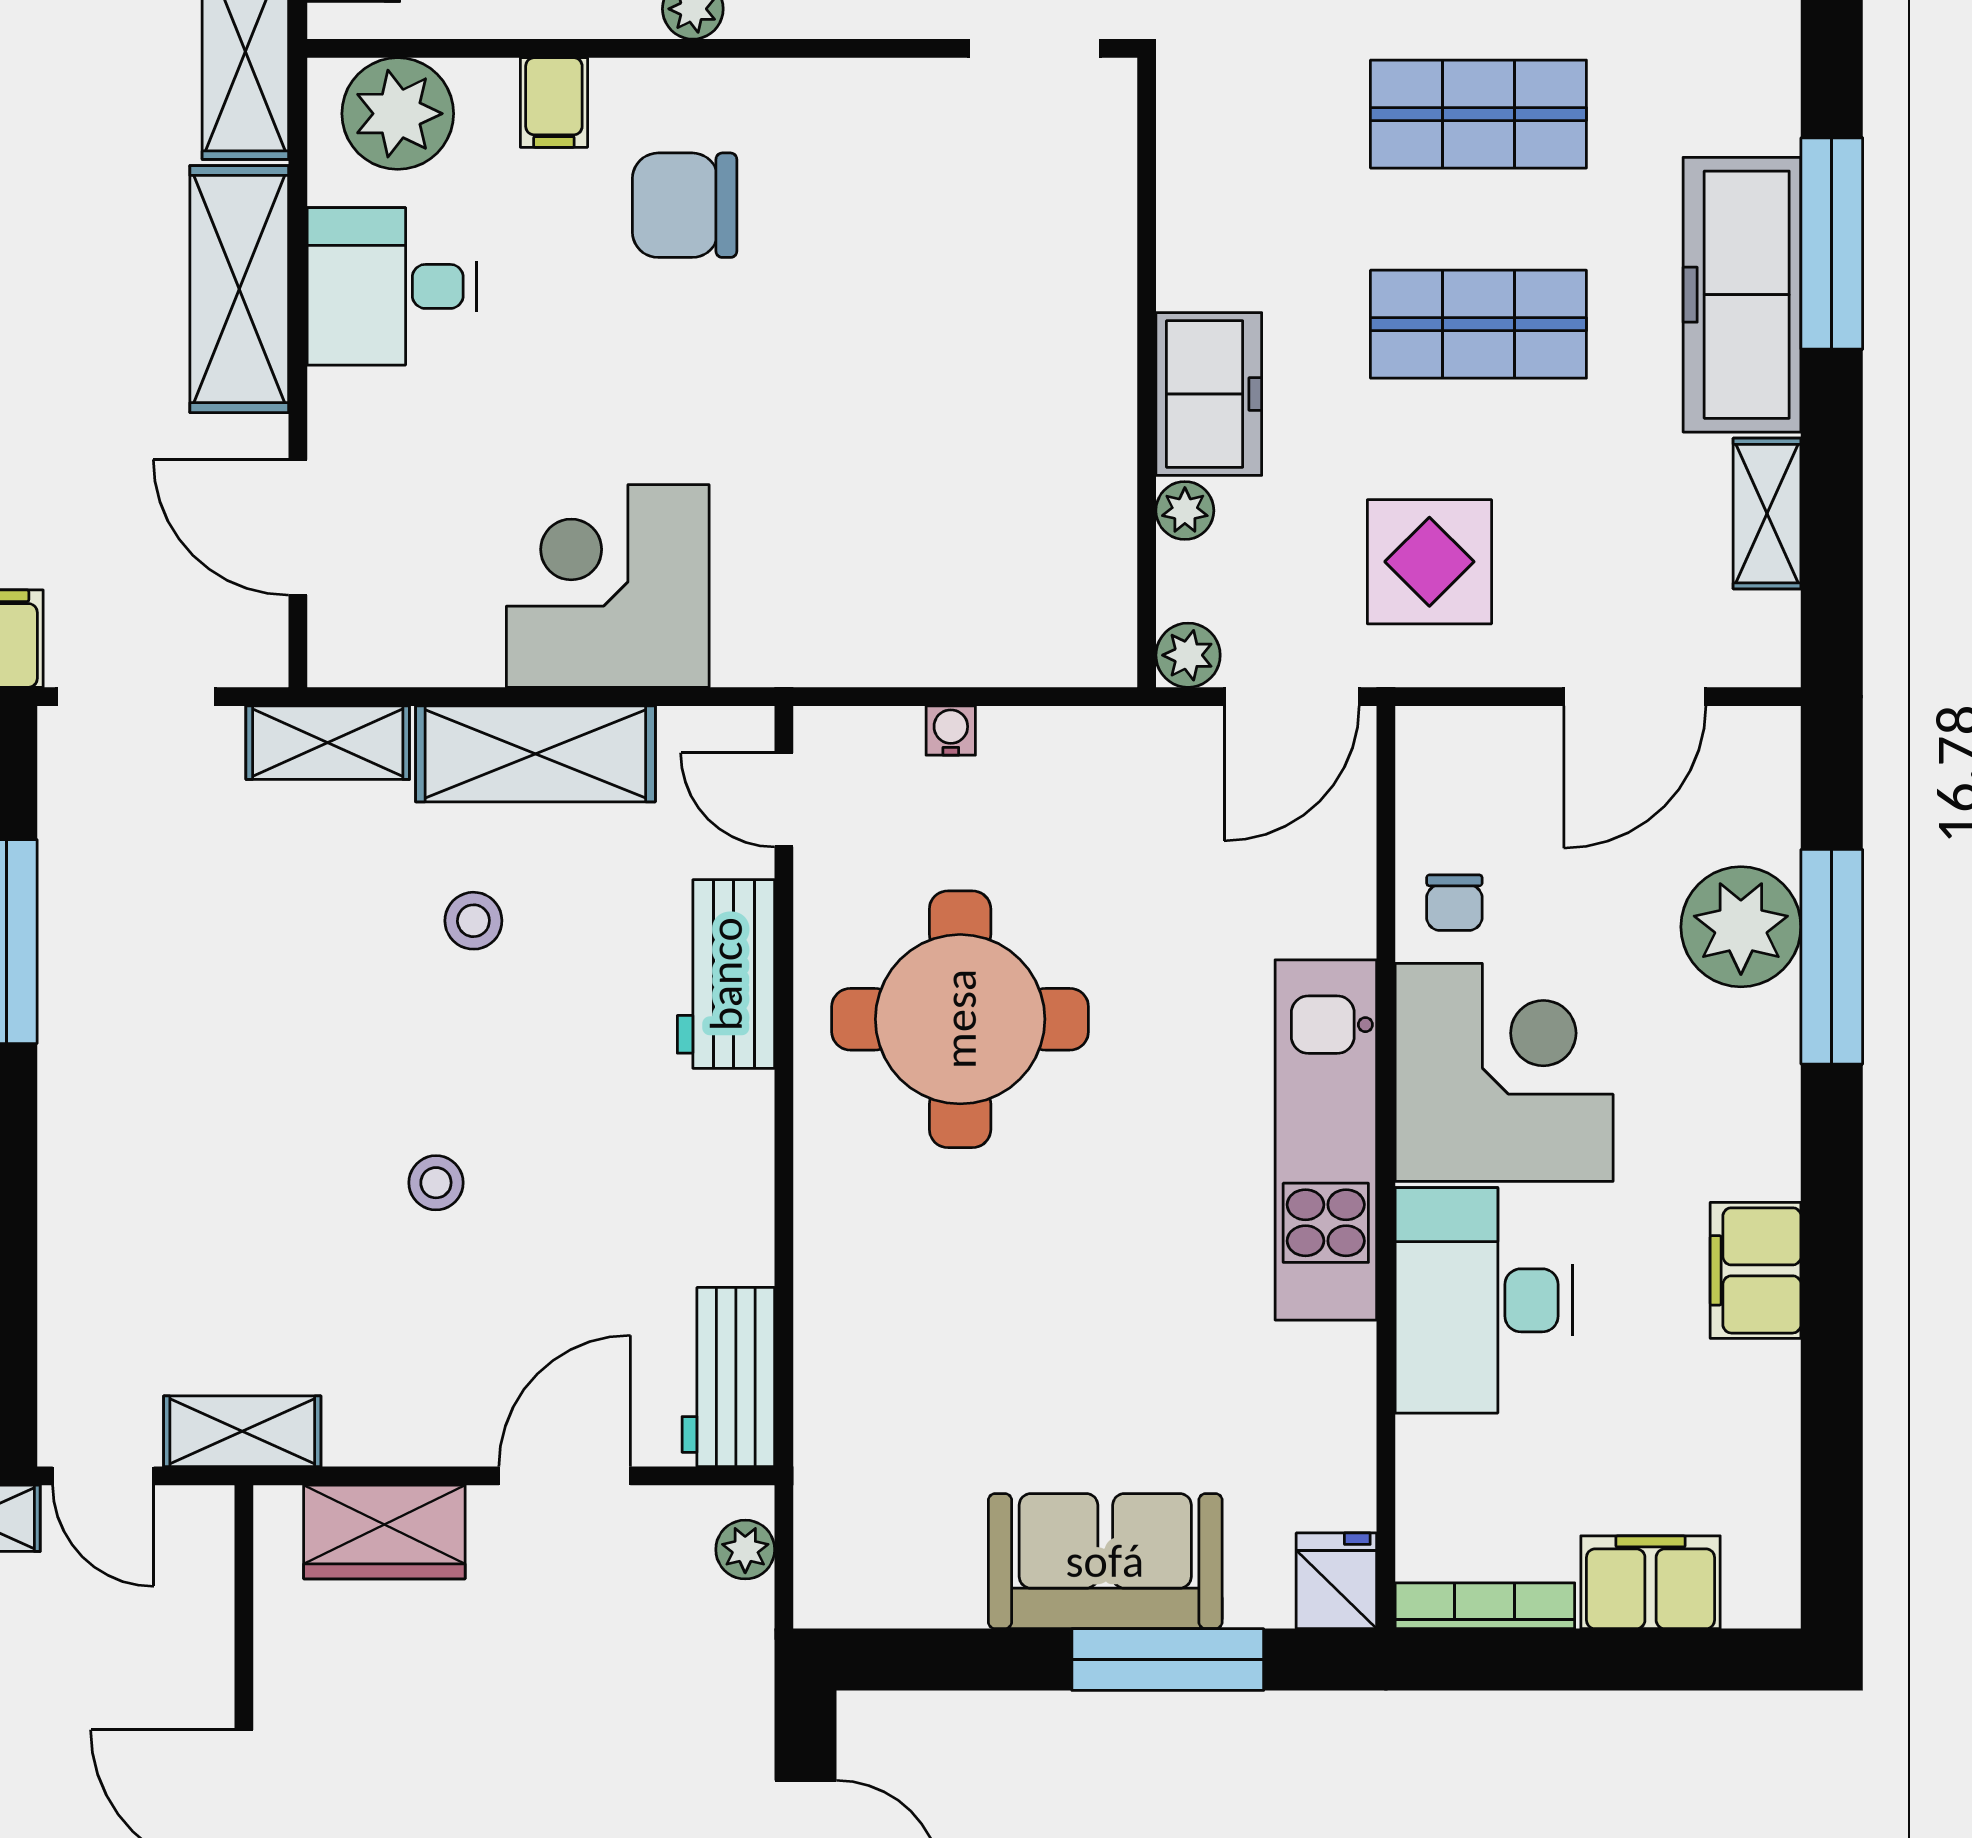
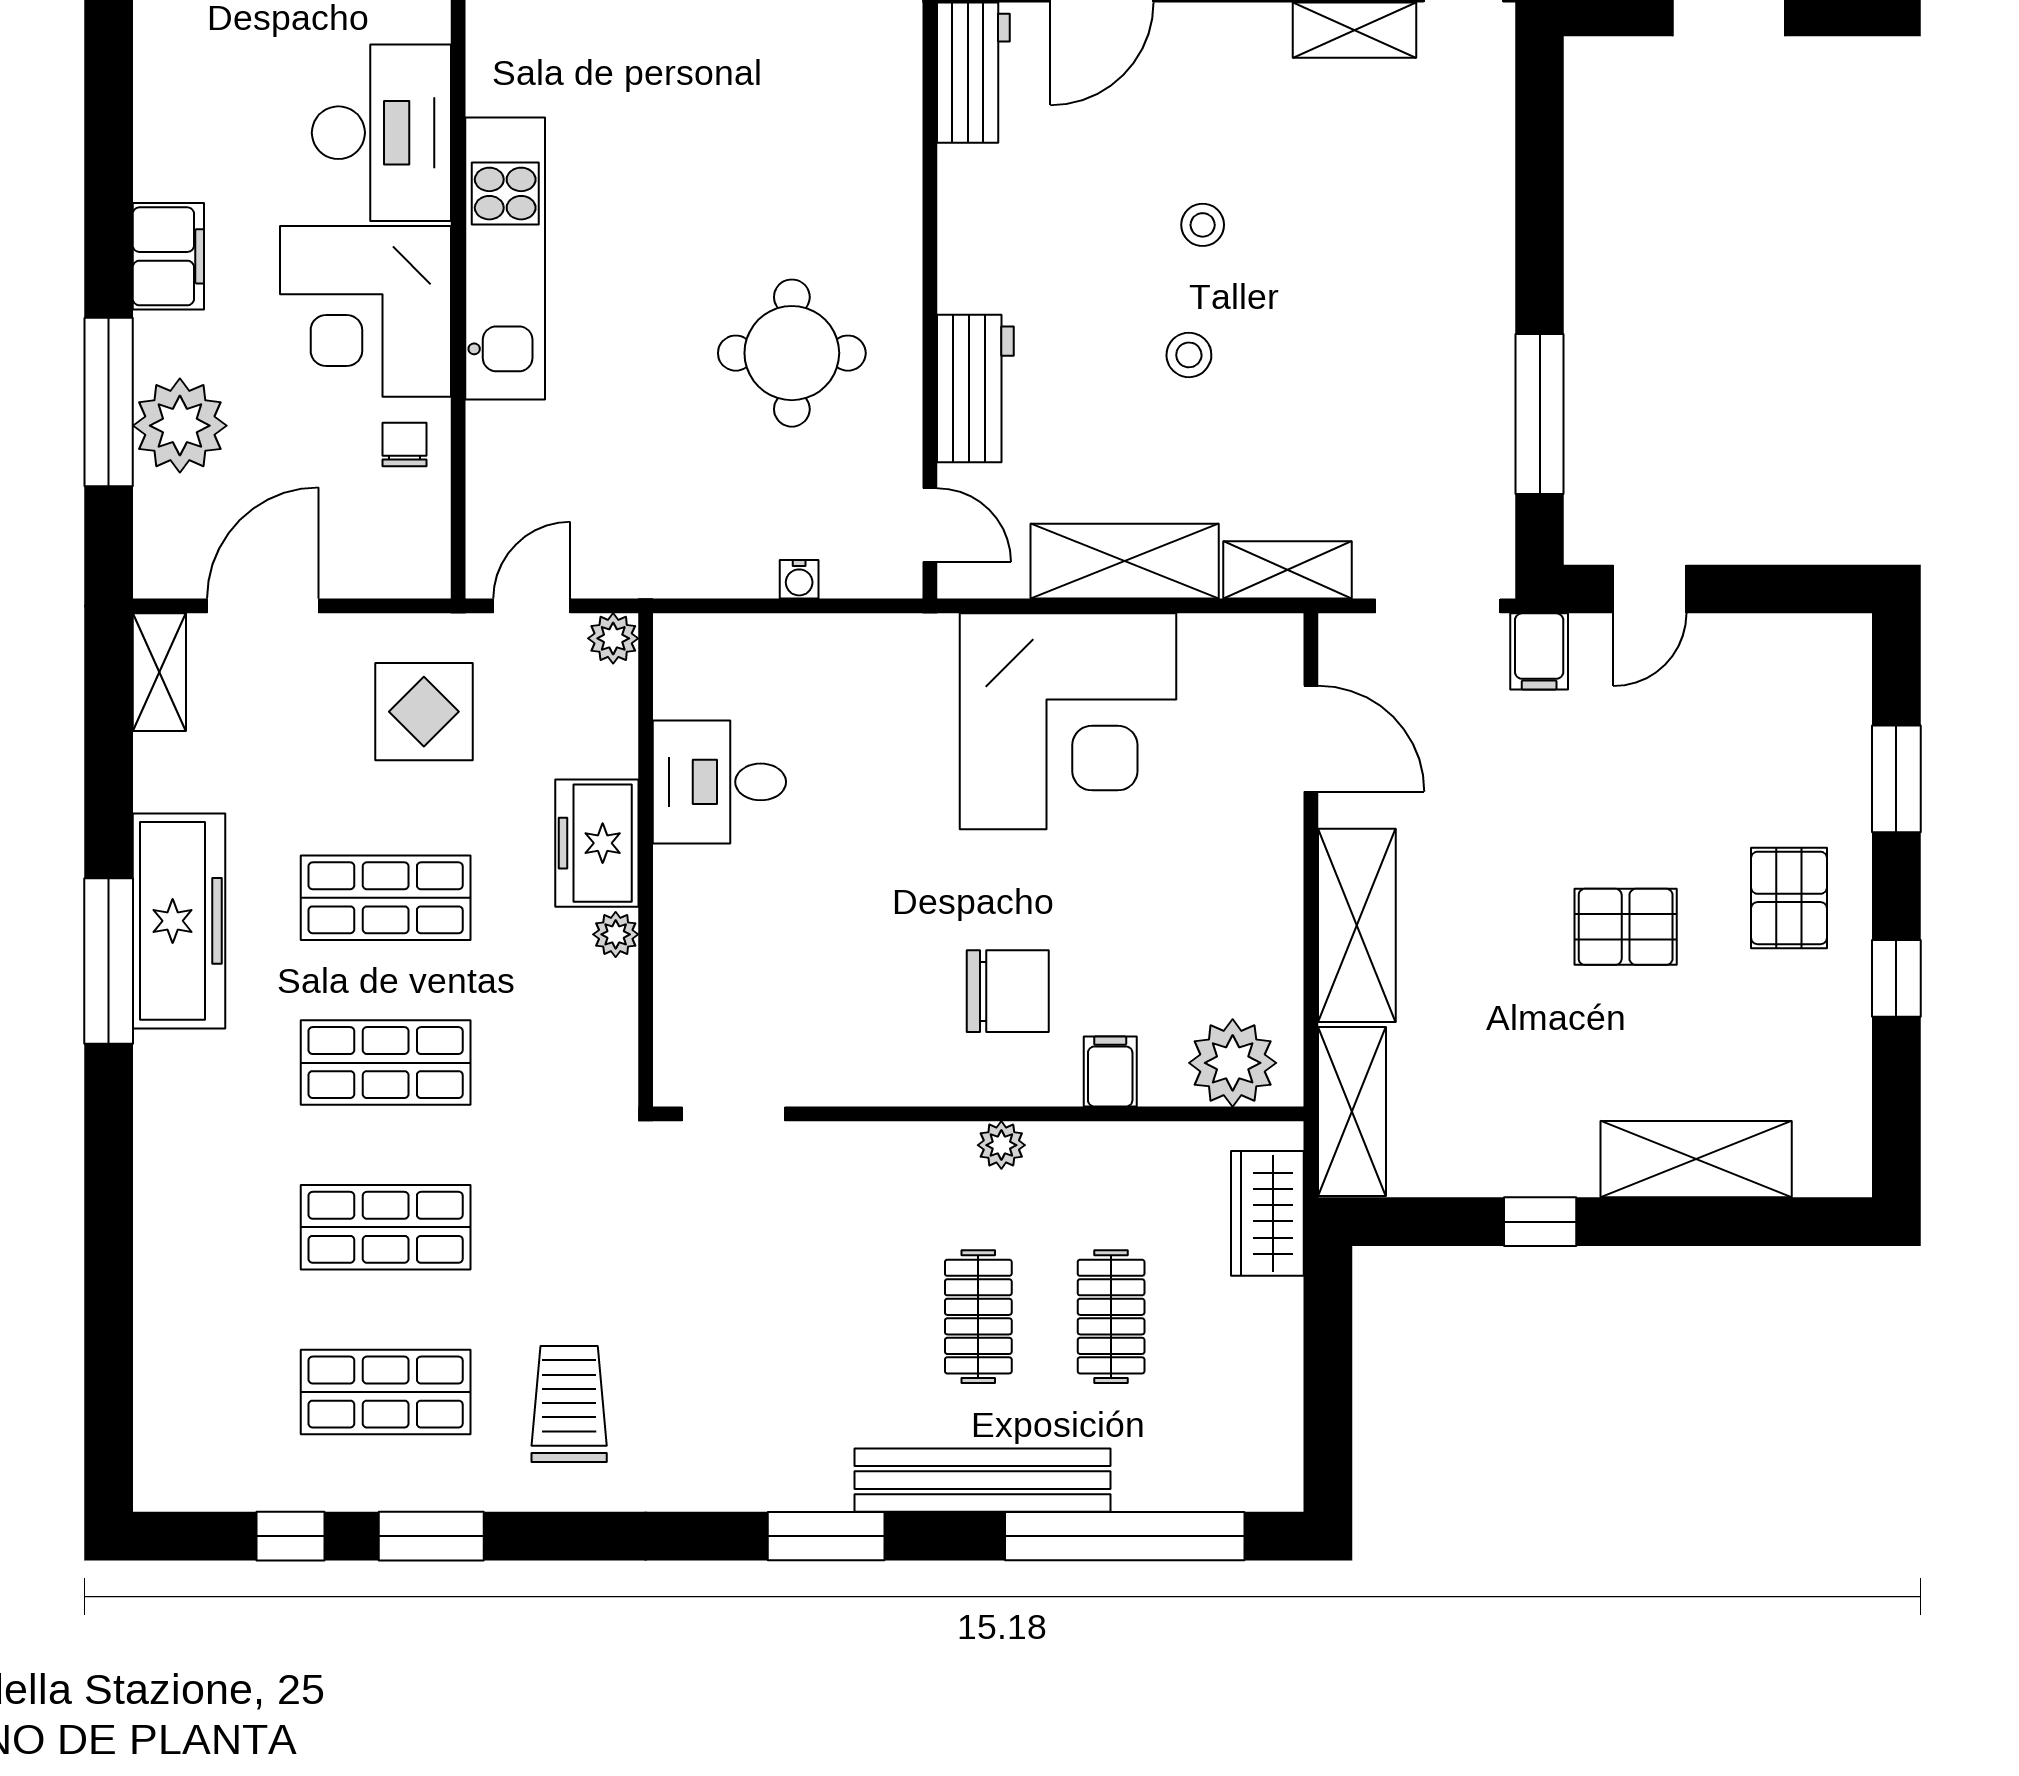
desk: (392, 286) -> (719, 782), moved, turned 180
plant: (1185, 511) -> (616, 934), moved
shelving: (1767, 514) -> (159, 672), moved
corner desk: (608, 586) -> (1068, 721), width x1.36, depth x1.36
door: (1292, 697) -> (532, 606), width x0.73
stool: (473, 921) -> (1189, 355), moved
round table: (960, 1019) -> (792, 353), width x0.73, depth x0.73
filing cabinet: (1756, 1270) -> (168, 256), moved

